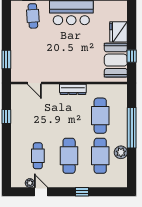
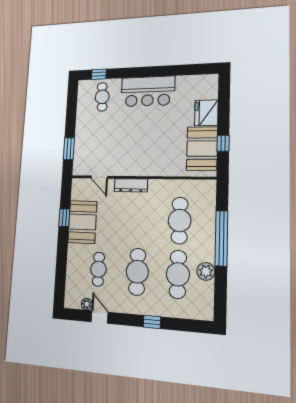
dresser: (73, 89) -> (131, 185), moved
booth: (22, 120) -> (82, 222), added

